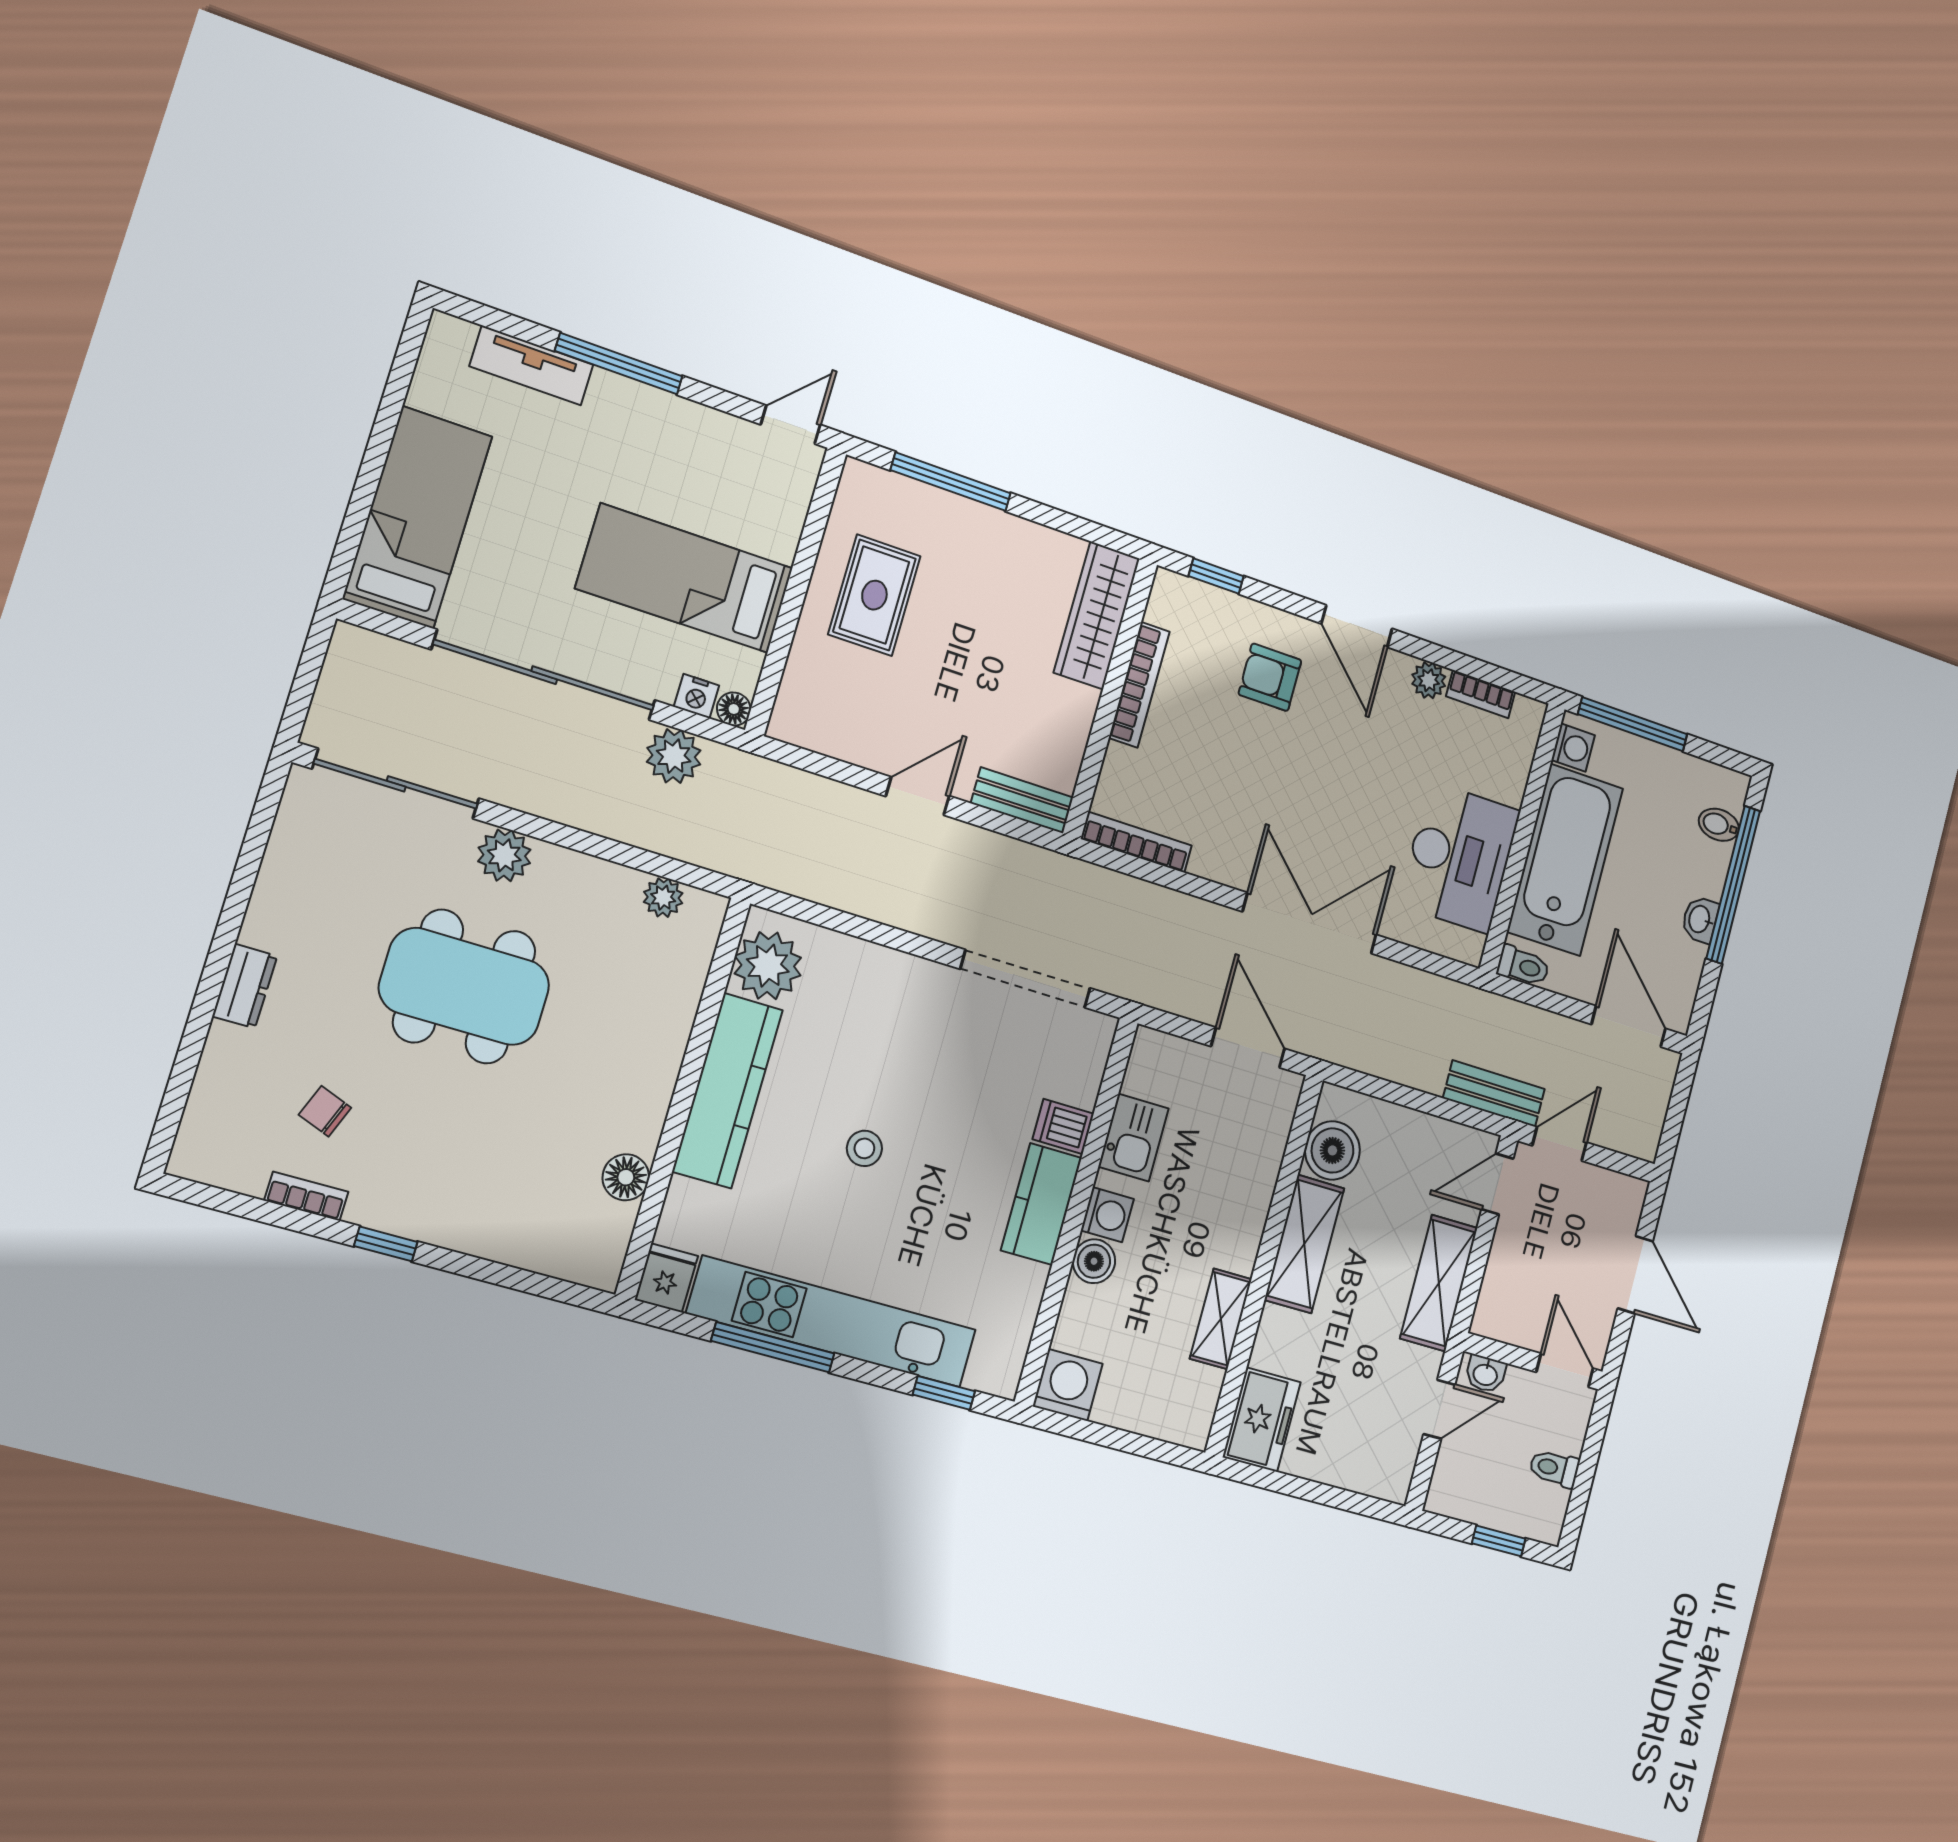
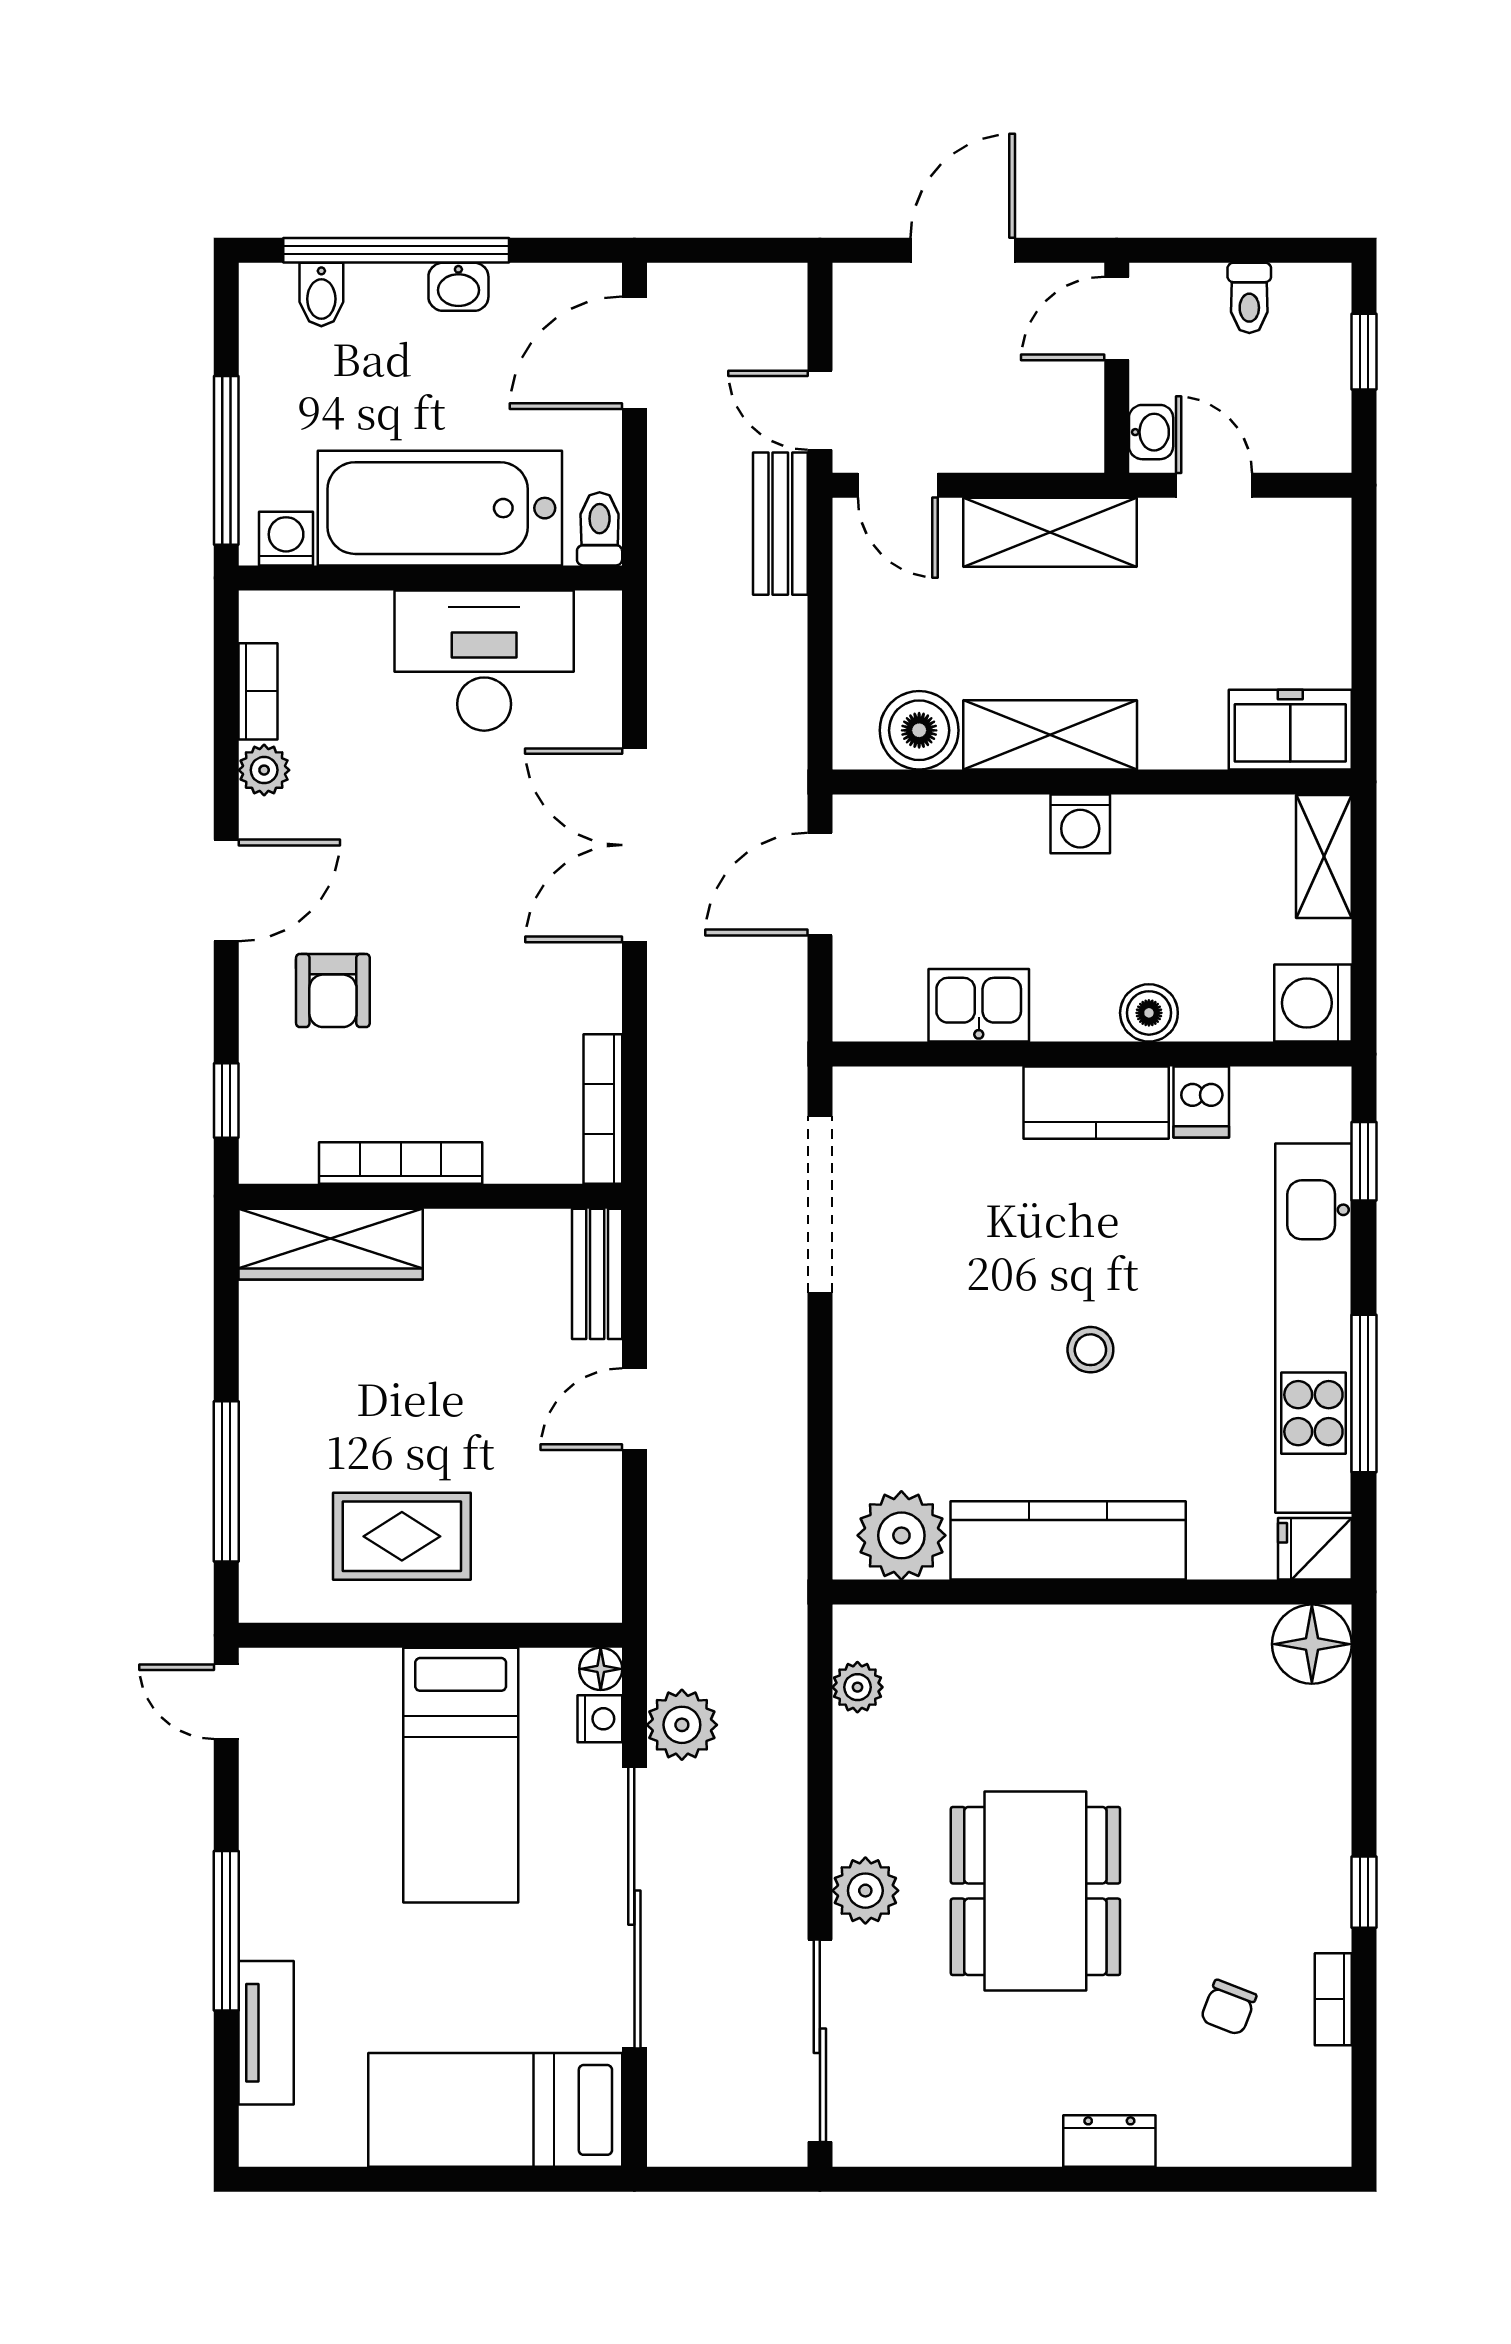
door: (918, 796) -> (634, 1409), hinge flipped
dishwasher: (1063, 1127) -> (1201, 1102), moved
floor lamp: (626, 1177) -> (1312, 1644), moved, width x1.38, depth x1.38
washing machine: (1107, 1215) -> (1080, 824), moved, turned 180
shelving: (1221, 1319) -> (1324, 857), moved, turned 90

